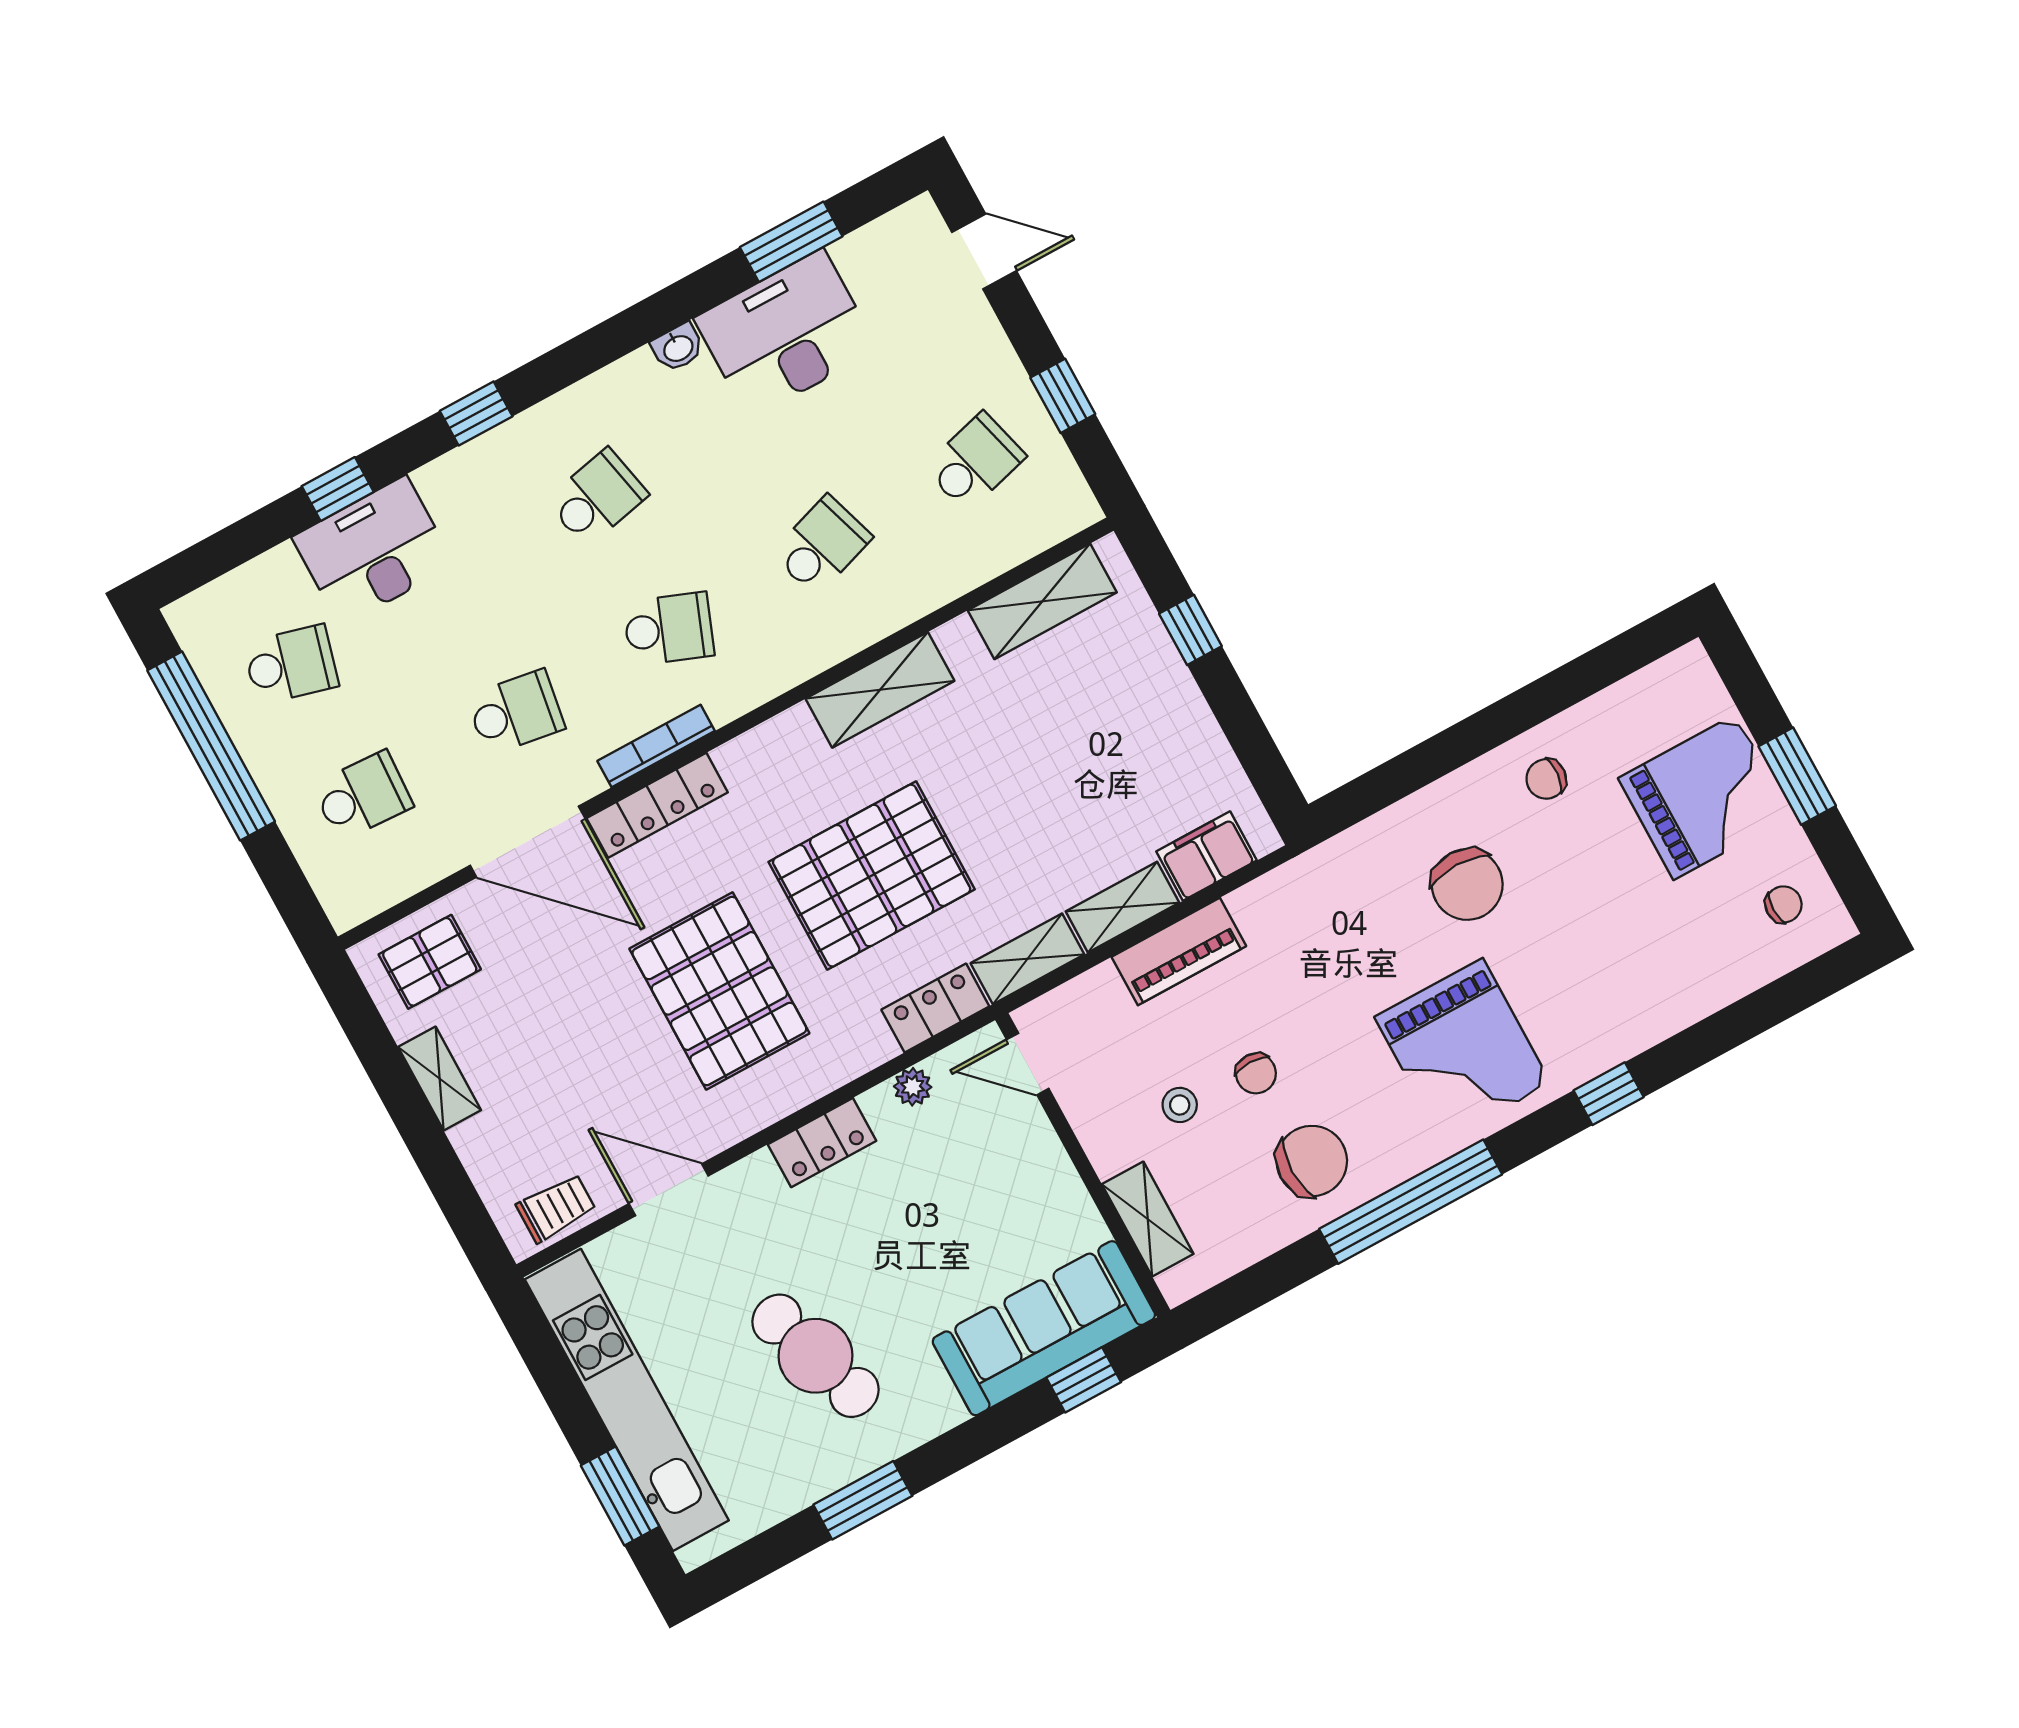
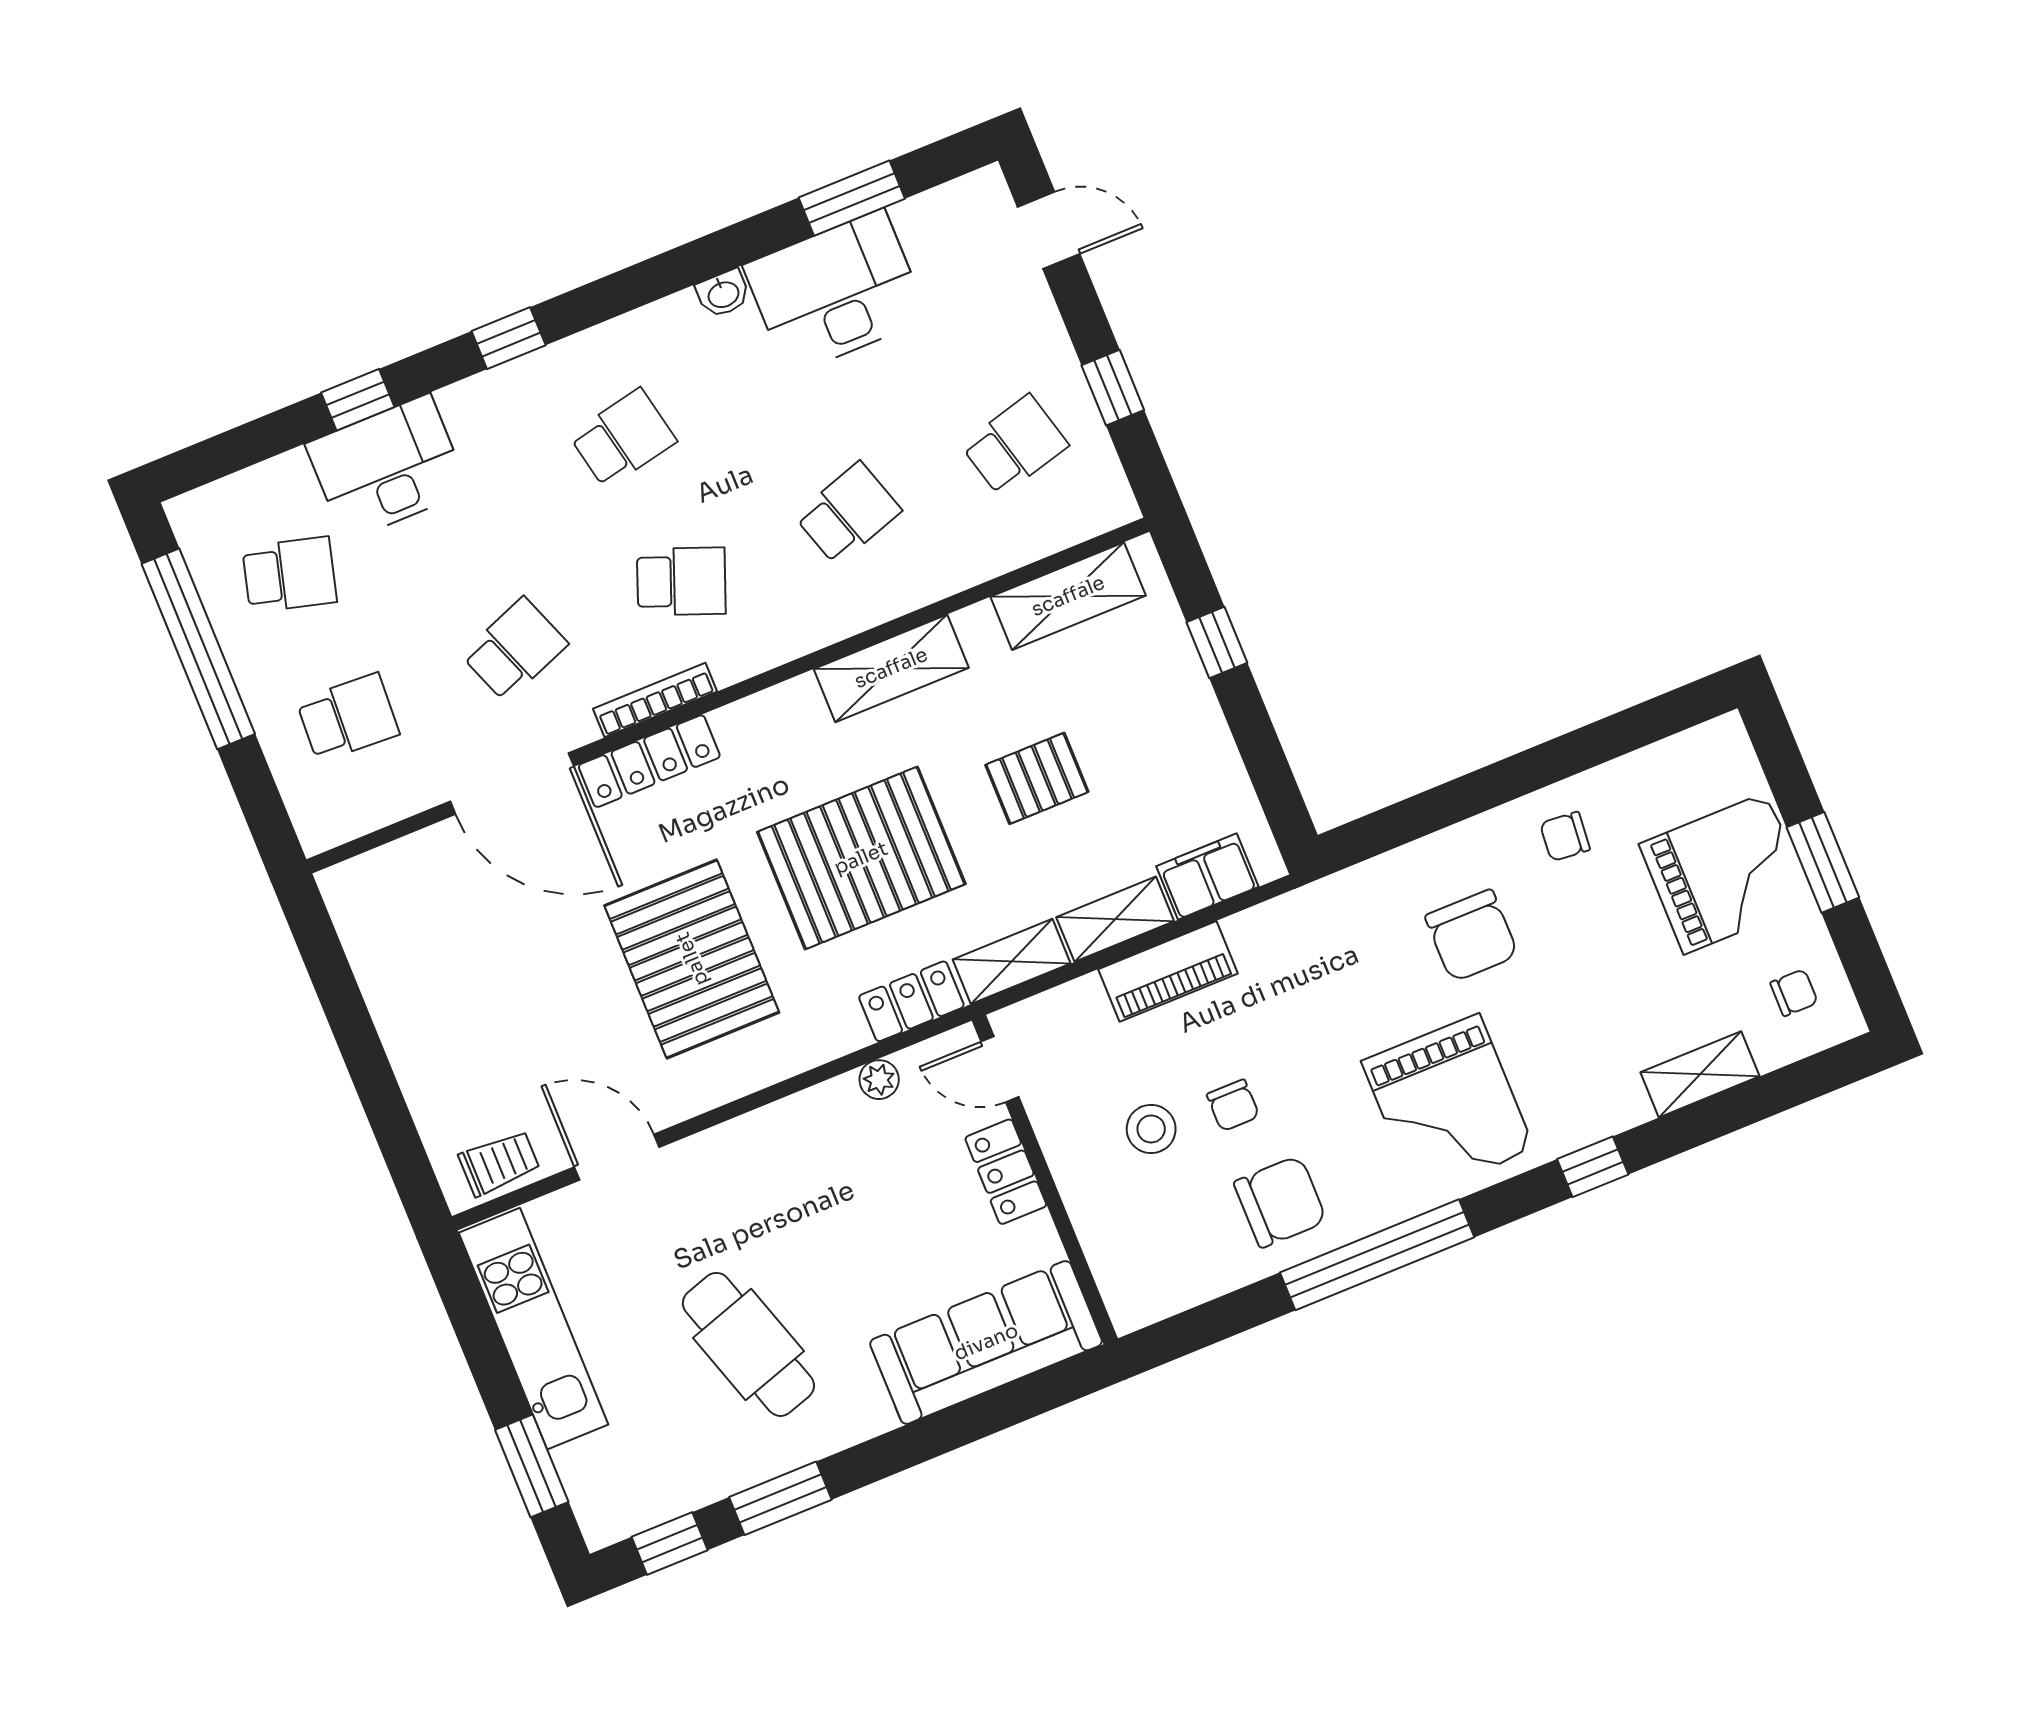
school desk: (516, 712) -> (515, 649), turned -30
pallet: (430, 962) -> (1037, 778), moved
shelving: (440, 1079) -> (394, 1017), removed
stool: (1180, 1105) -> (1151, 1129), width x1.37, depth x1.37
locker: (822, 1143) -> (1006, 1172), moved, turned 90
shelving: (1148, 1219) -> (1700, 1074), moved, turned 90
window: (1084, 1380) -> (670, 1543), moved
kitchen unit: (627, 1400) -> (533, 1329), width x0.73

